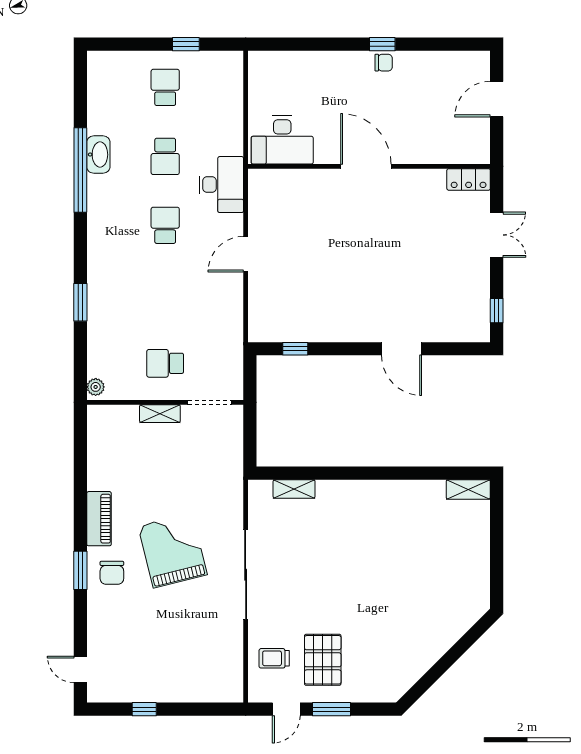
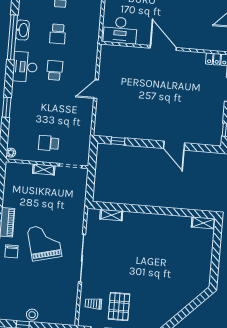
desk: (221, 185) -> (25, 67), moved, turned 180
stool: (160, 689) -> (32, 315), added

